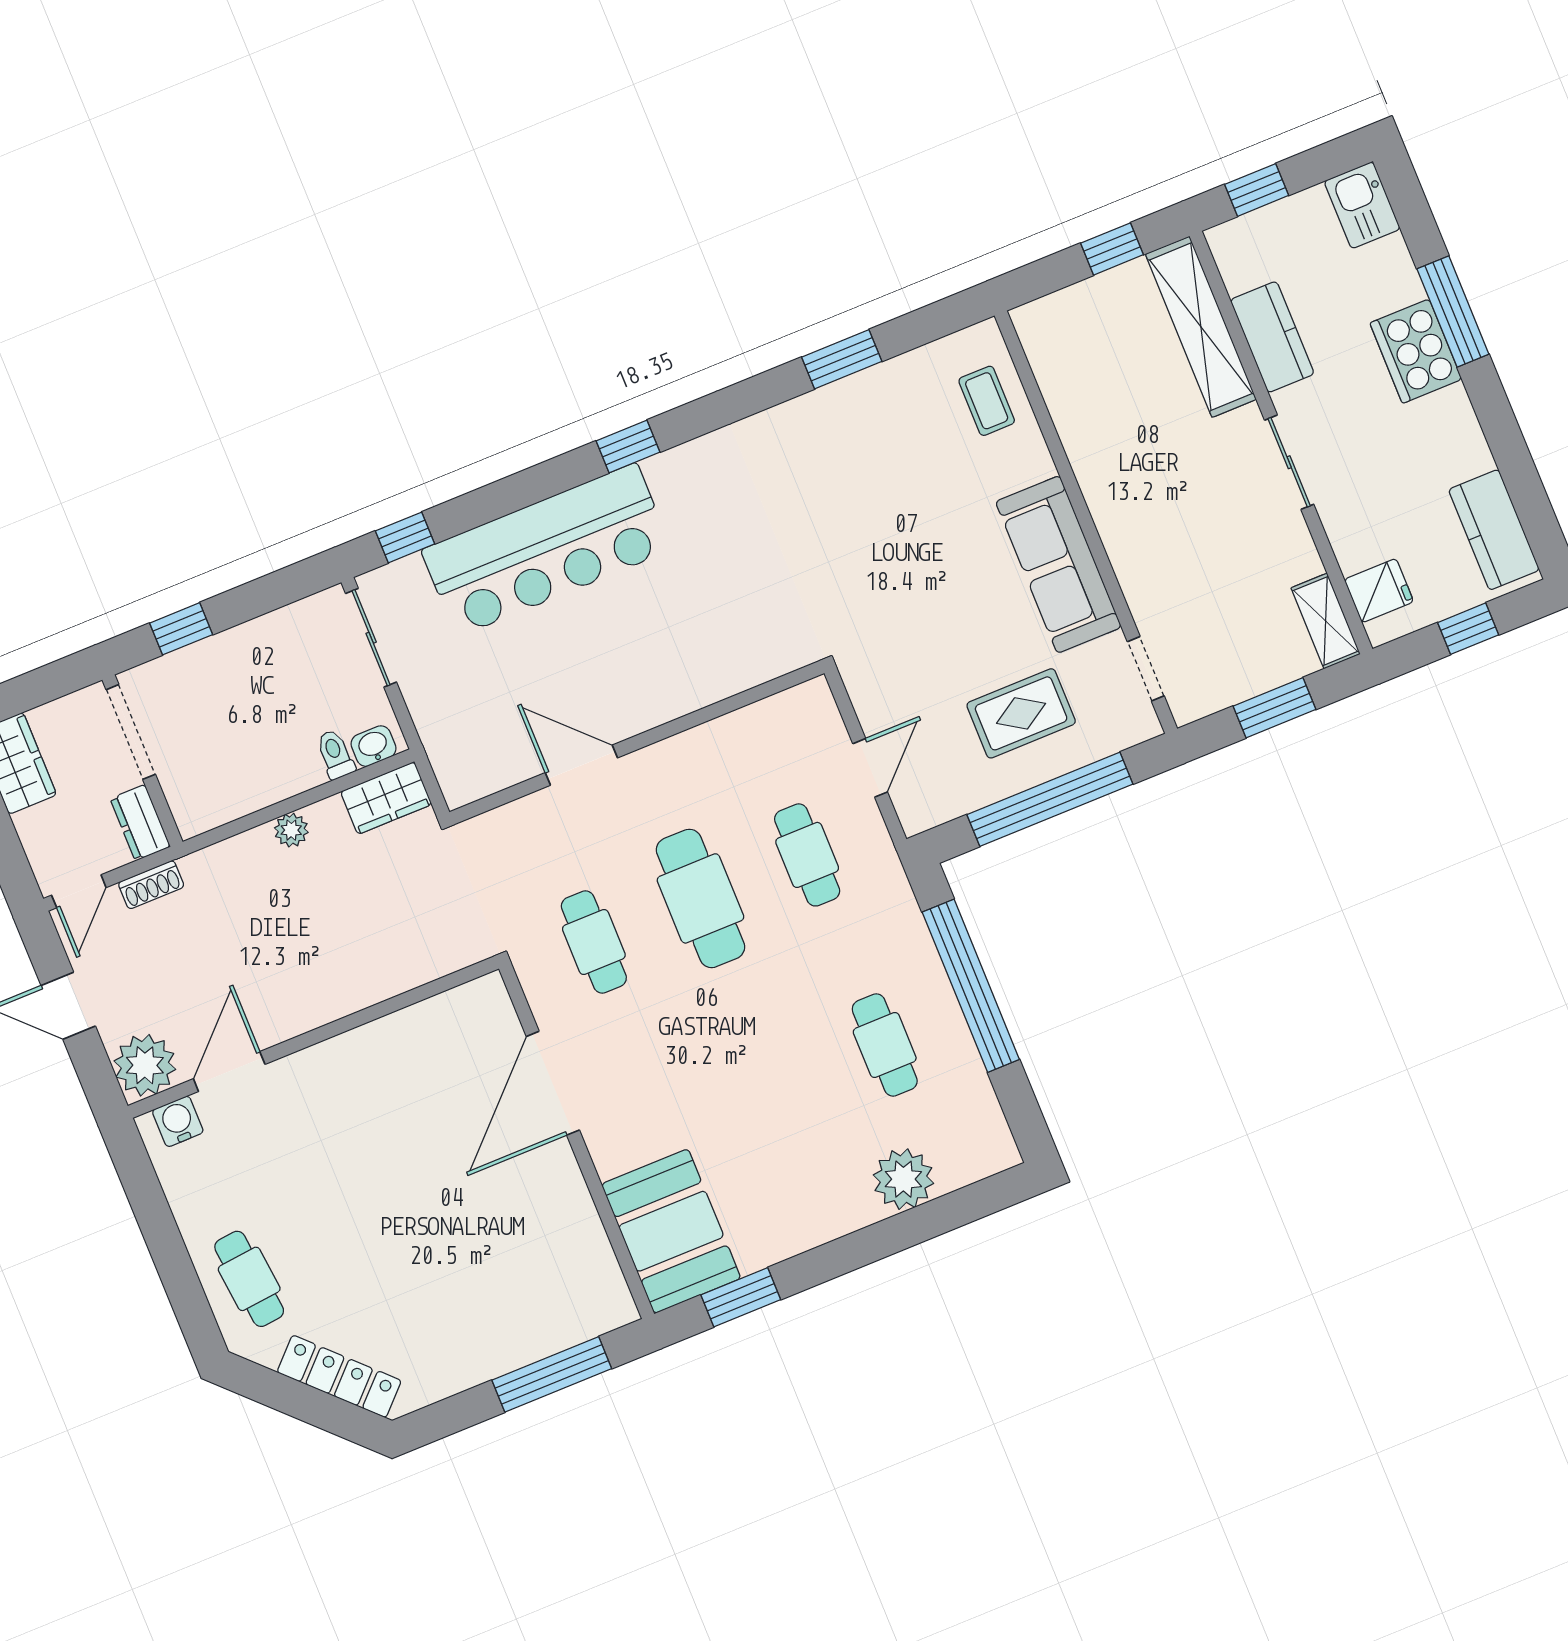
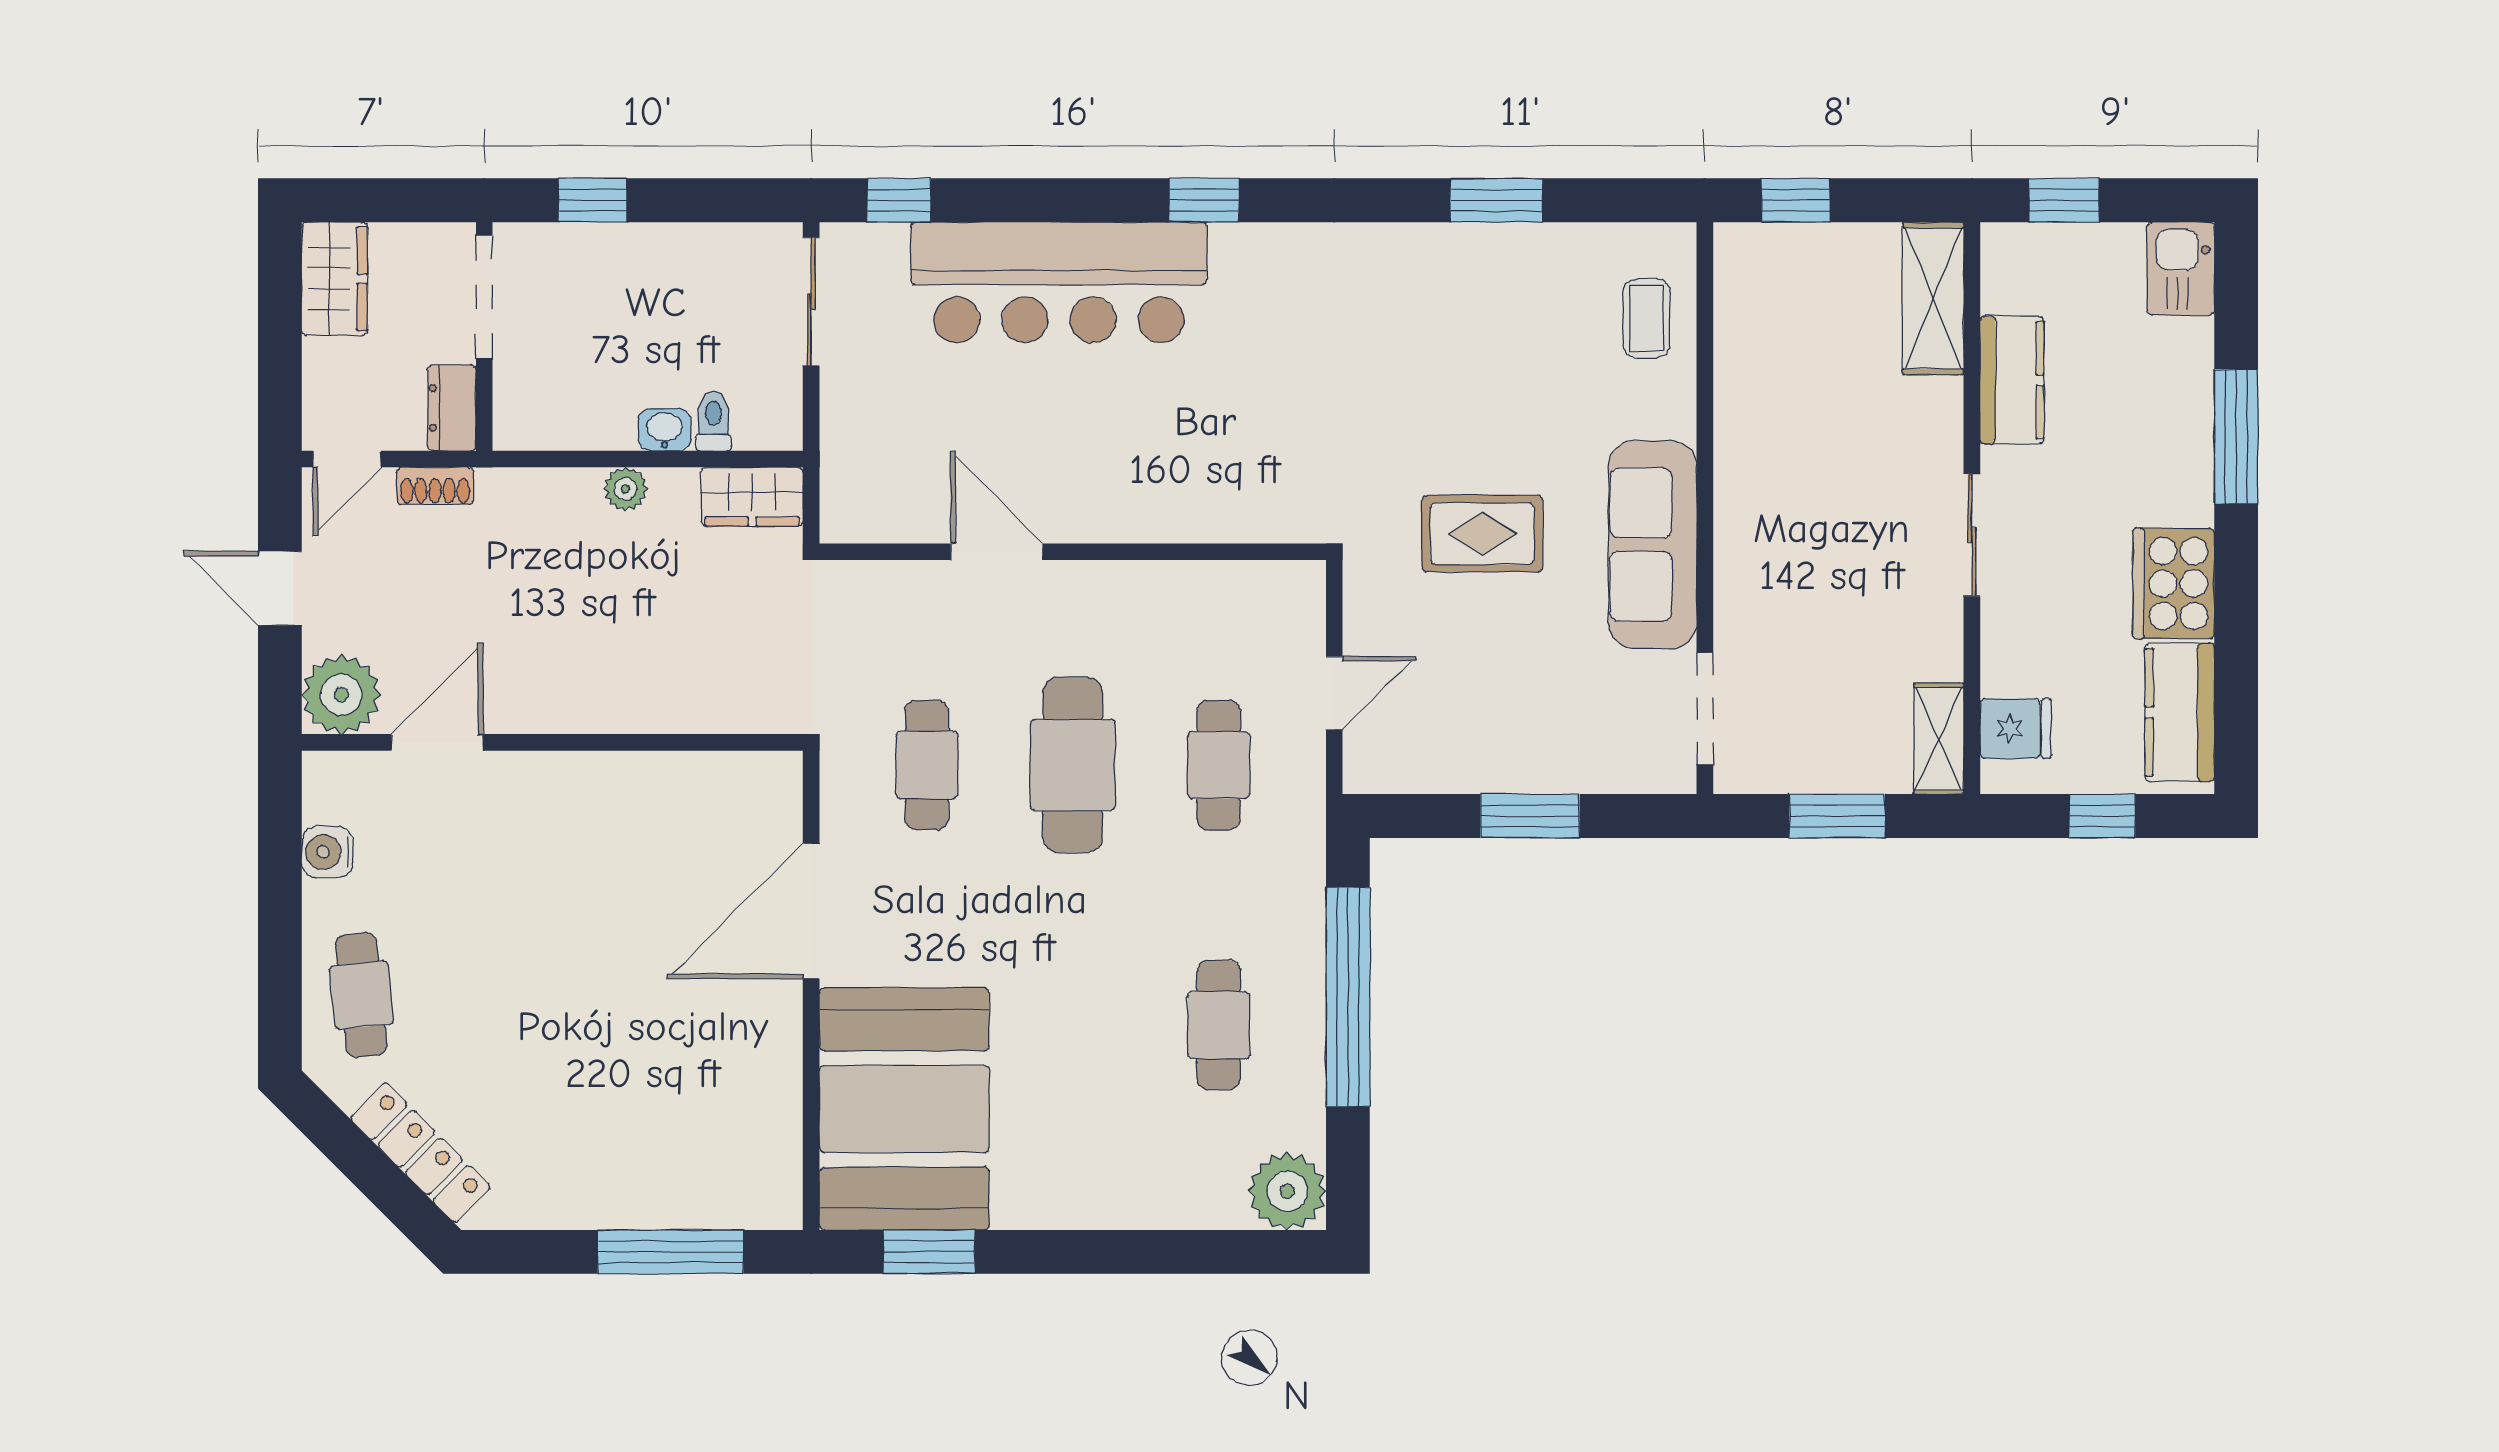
window: (1112, 249) -> (1796, 200), moved
shelving: (1201, 327) -> (1933, 298), width x0.68
cooker: (1416, 351) -> (2174, 583), moved
doorway: (1146, 669) -> (1705, 709), width x1.38
rug: (1021, 713) -> (1482, 534), moved
washbasin: (373, 746) -> (665, 430), moved
window: (1050, 799) -> (1530, 816), width x0.47
water cooler: (178, 1121) -> (327, 852), moved, turned -90
plant: (903, 1179) -> (1287, 1191), moved
booth: (671, 1231) -> (904, 1109), width x1.36, depth x1.42

